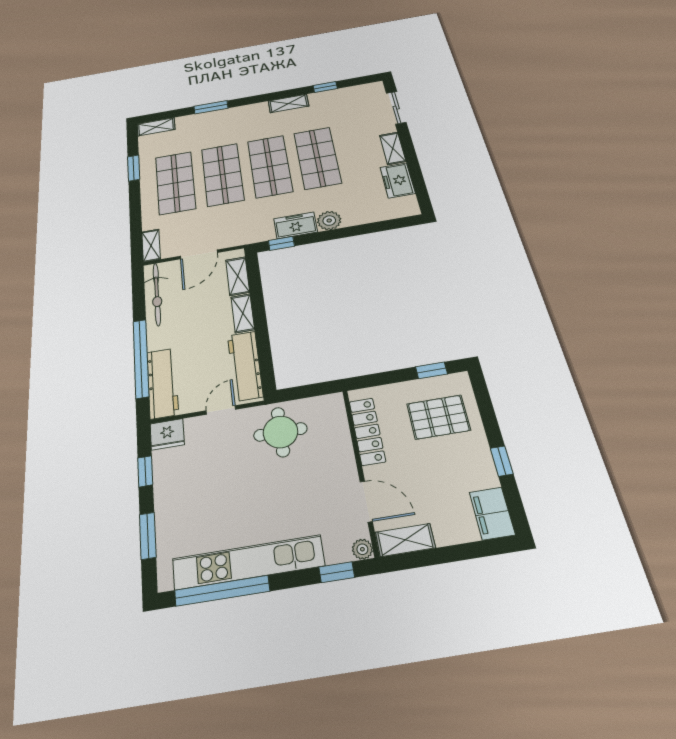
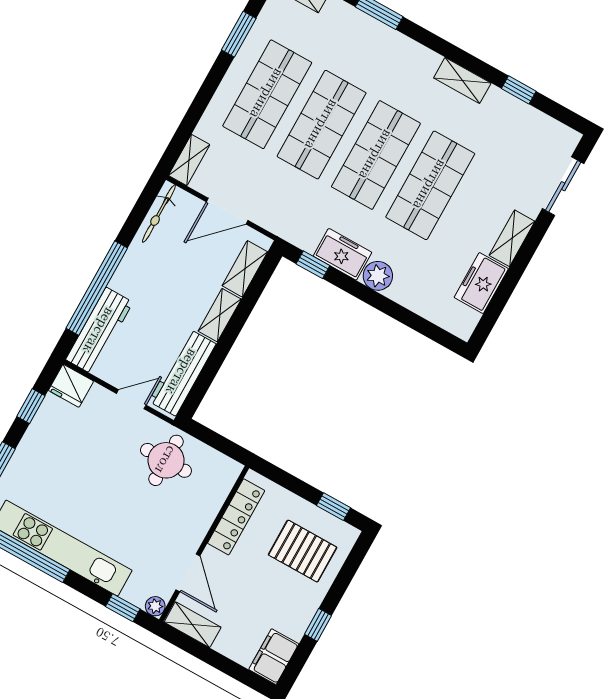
bicycle: (157, 294) -> (159, 214), width x0.73, depth x0.71

